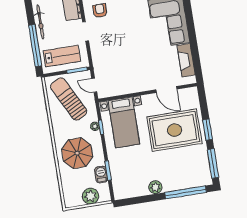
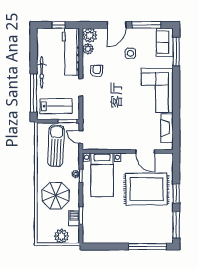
sun lounger: (69, 99) -> (56, 146), turned 30
plant: (155, 187) -> (121, 238), removed

